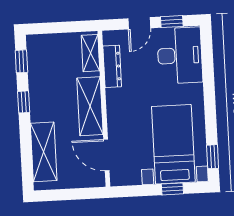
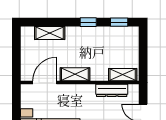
shelving: (90, 106) -> (75, 74), width x0.67, depth x0.75
shelving: (44, 152) -> (50, 33), width x0.67, depth x0.75

